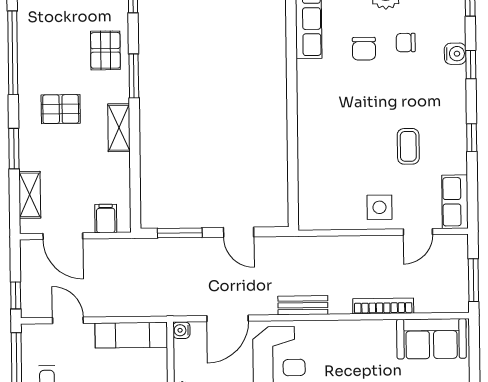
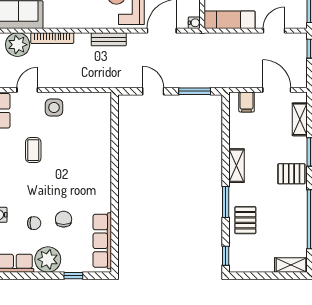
pallet: (61, 109) -> (291, 174), moved
plant: (432, 296) -> (18, 45), added
door: (68, 320) -> (274, 31), swing flipped

